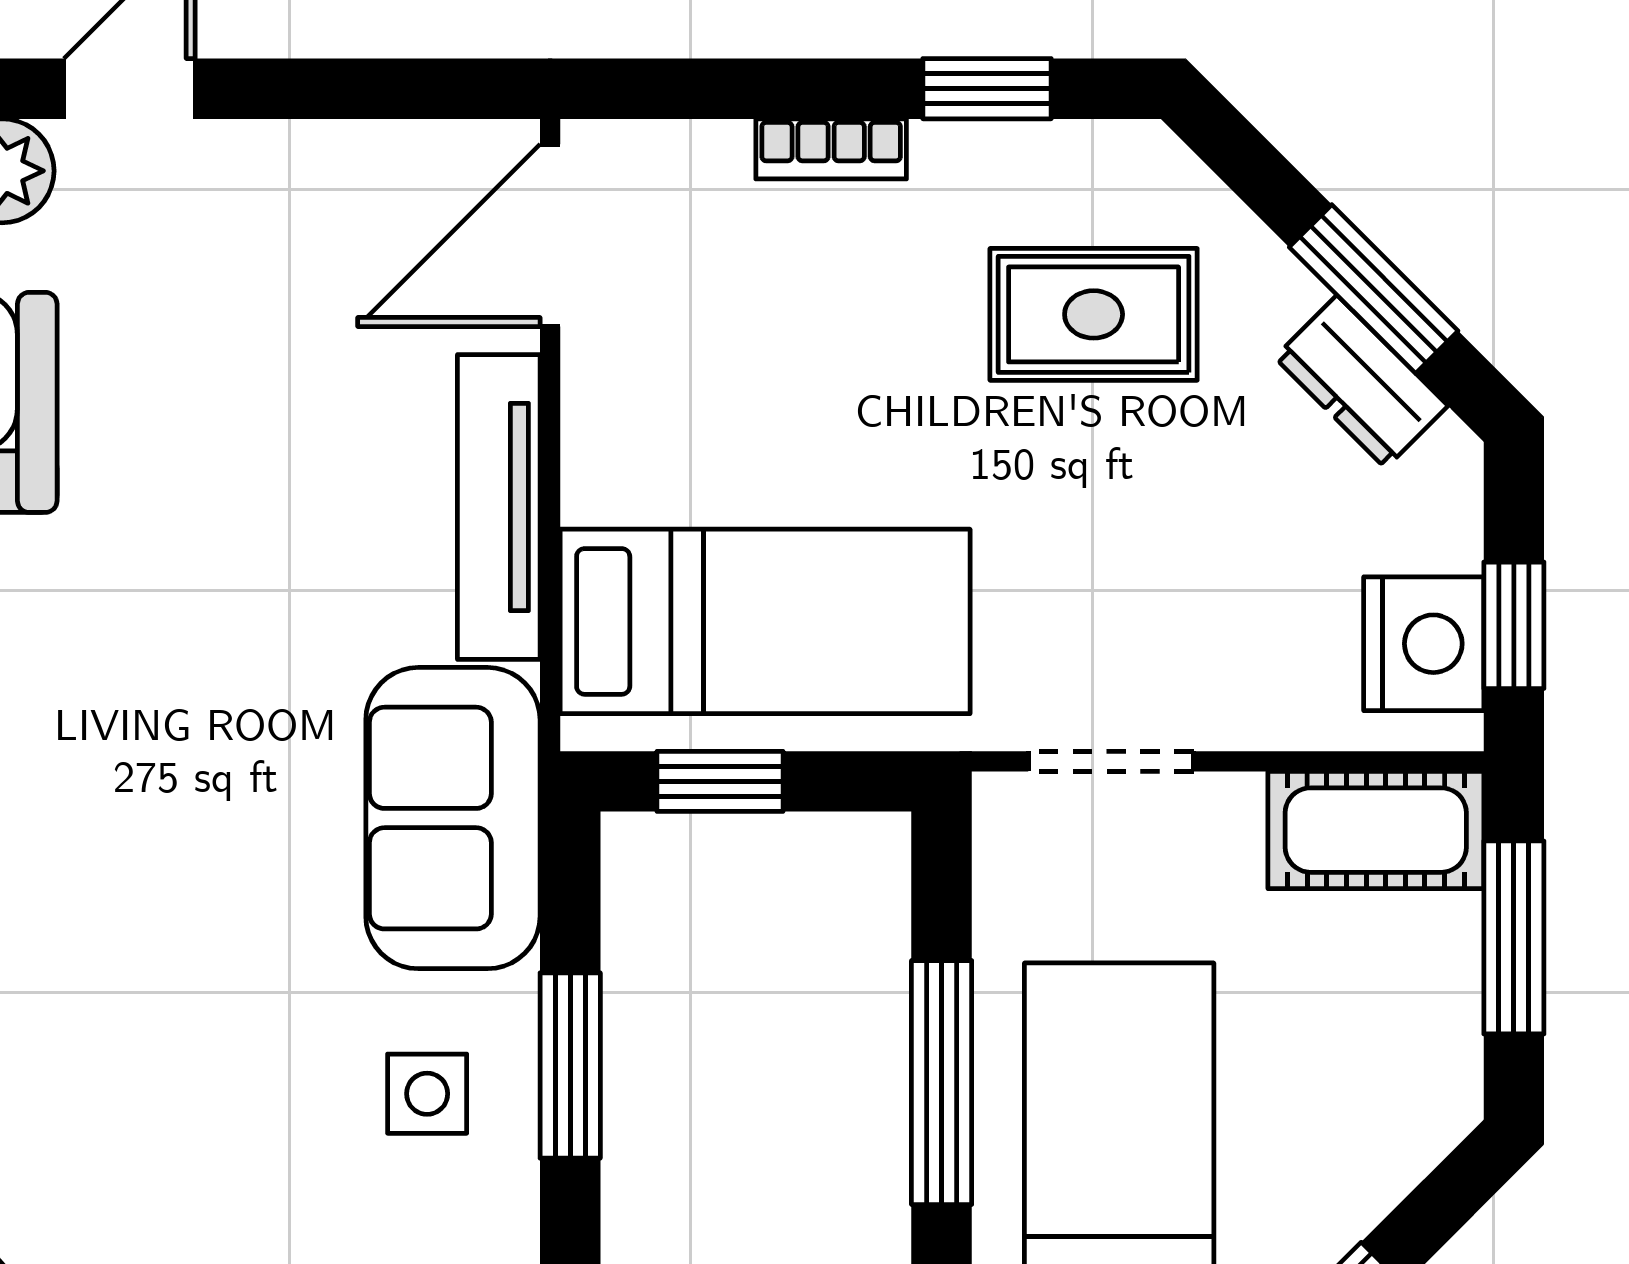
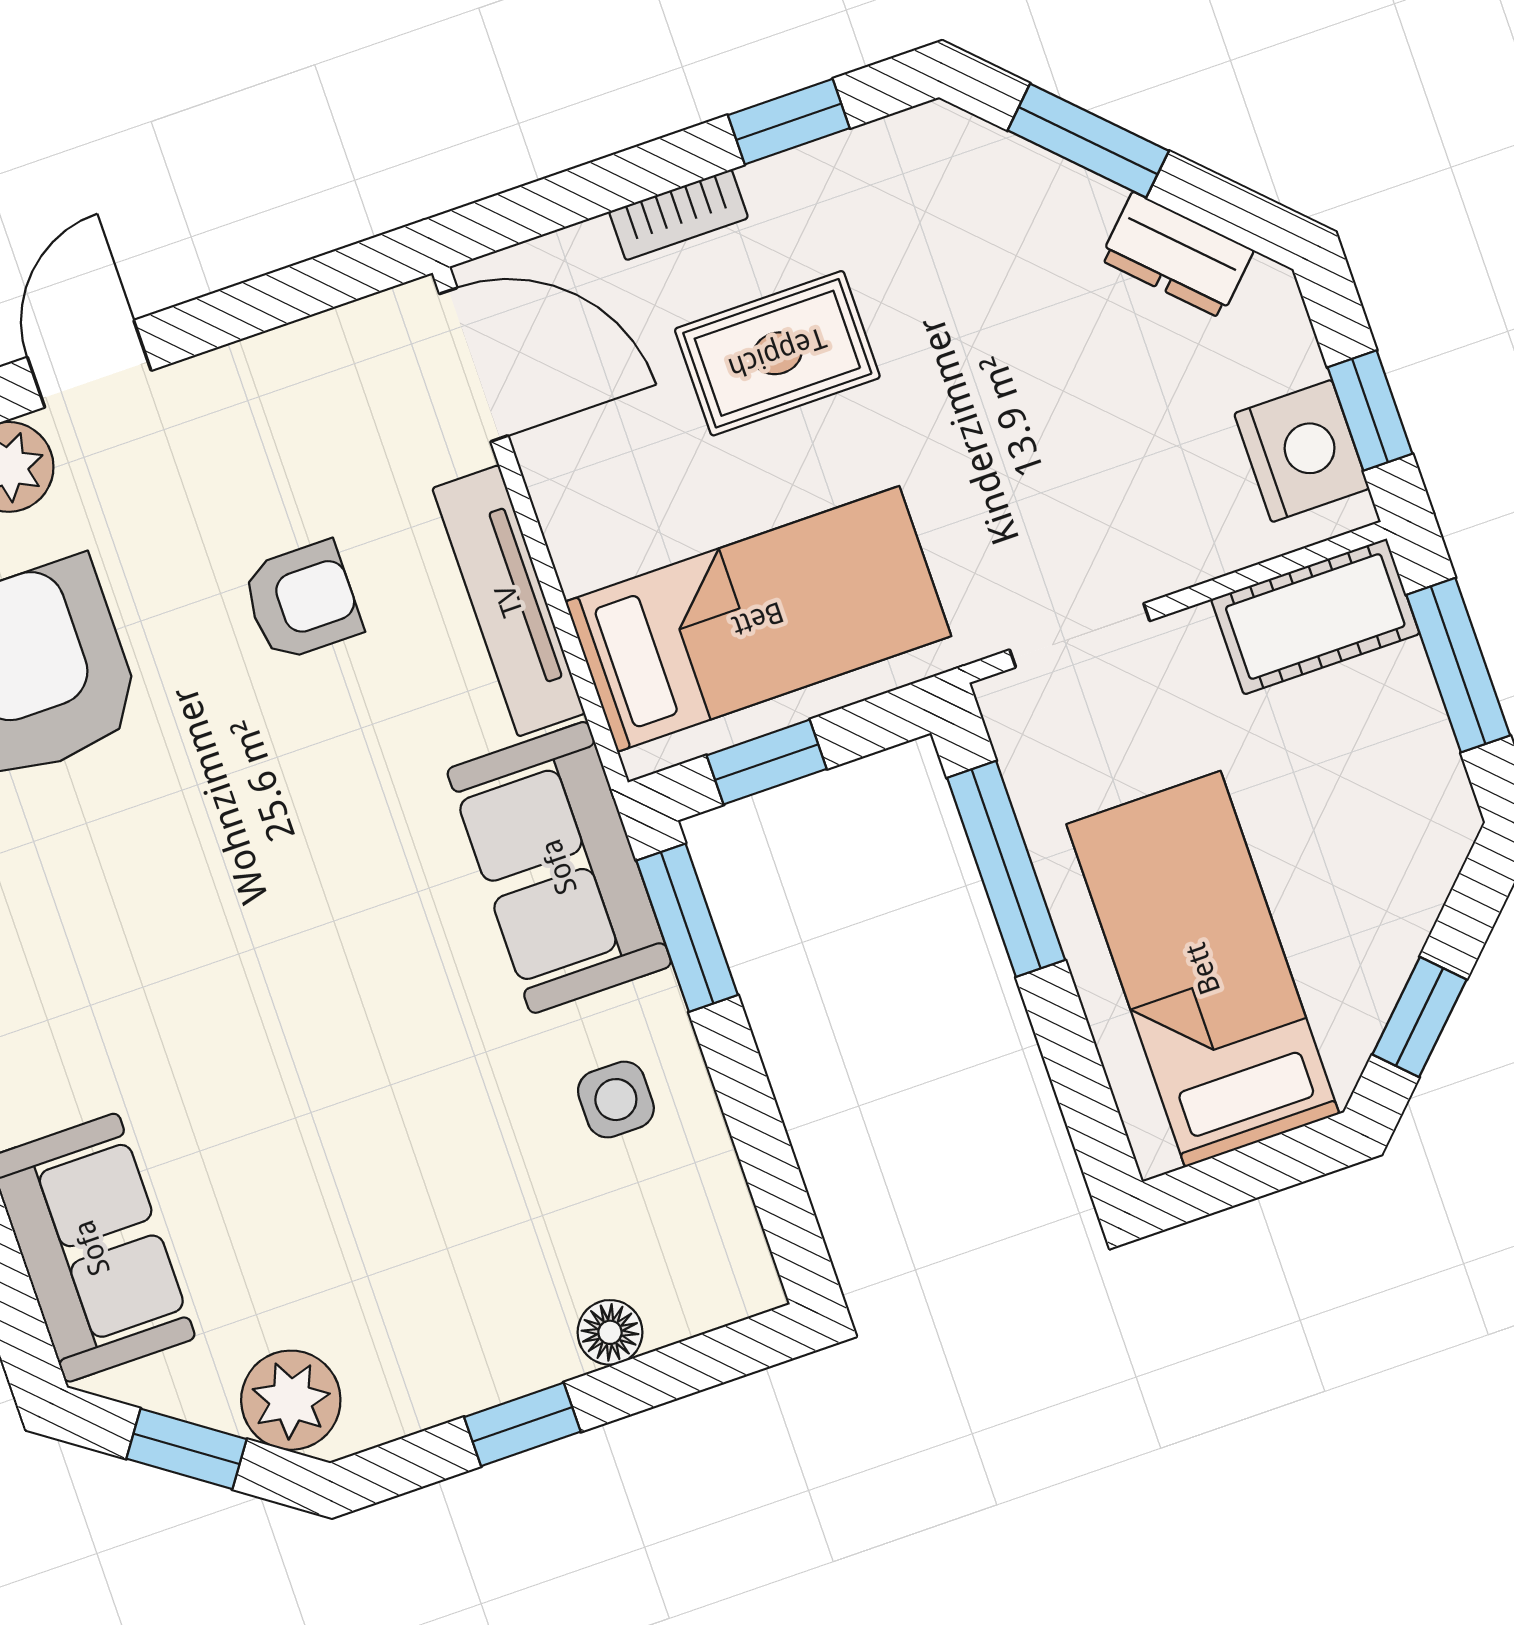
door: (550, 235) -> (474, 365), swing flipped
window: (1374, 289) -> (1088, 141), moved
rug: (1094, 314) -> (777, 353), moved
armchair: (272, 429) -> (302, 601), added
window: (570, 1066) -> (687, 928), moved
window: (942, 1083) -> (1006, 869), moved

